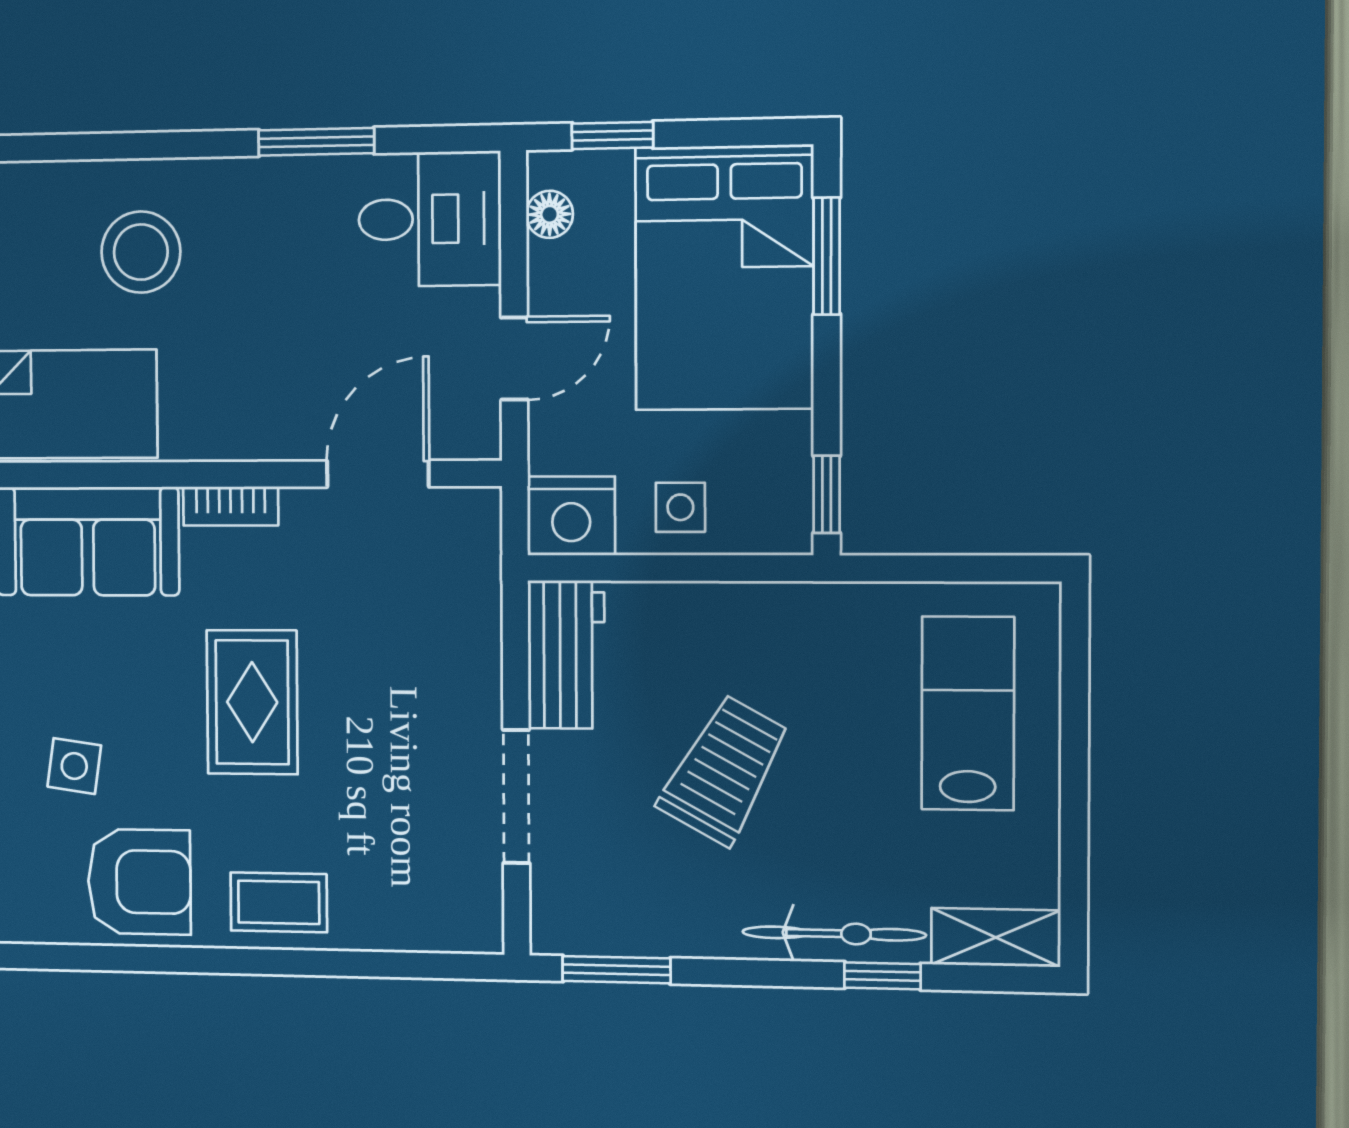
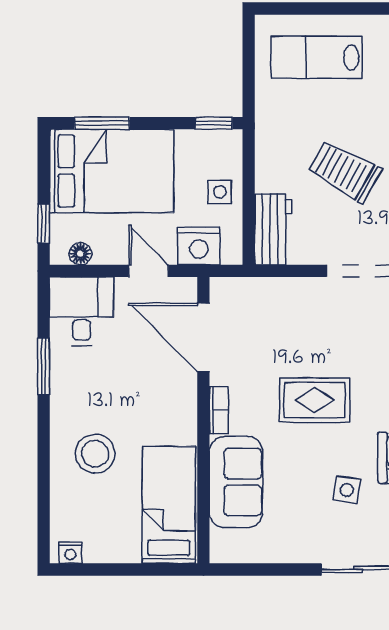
door: (378, 474) -> (203, 337), width x1.36
nightstand: (571, 516) -> (199, 246), moved, turned 90
workbench: (566, 655) -> (273, 229), moved, turned 90

